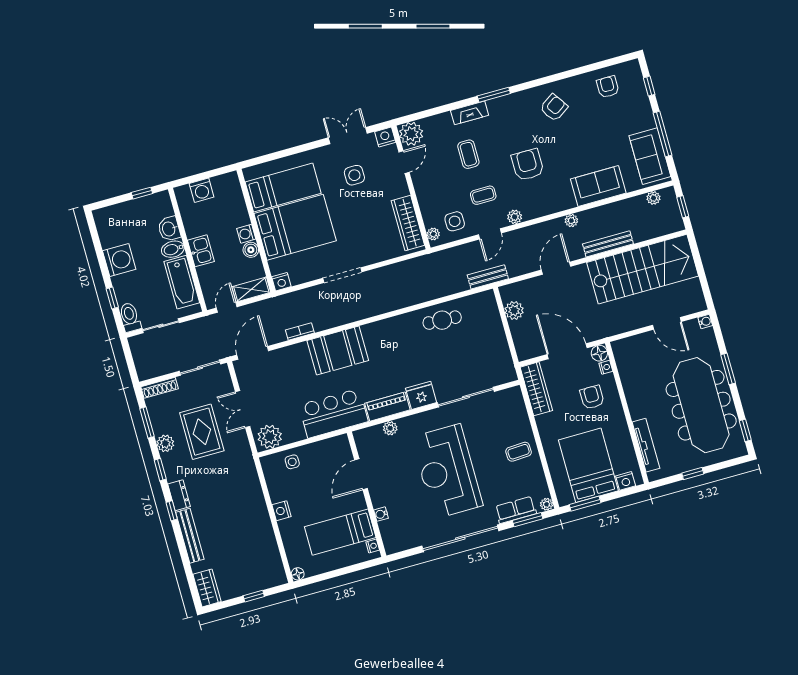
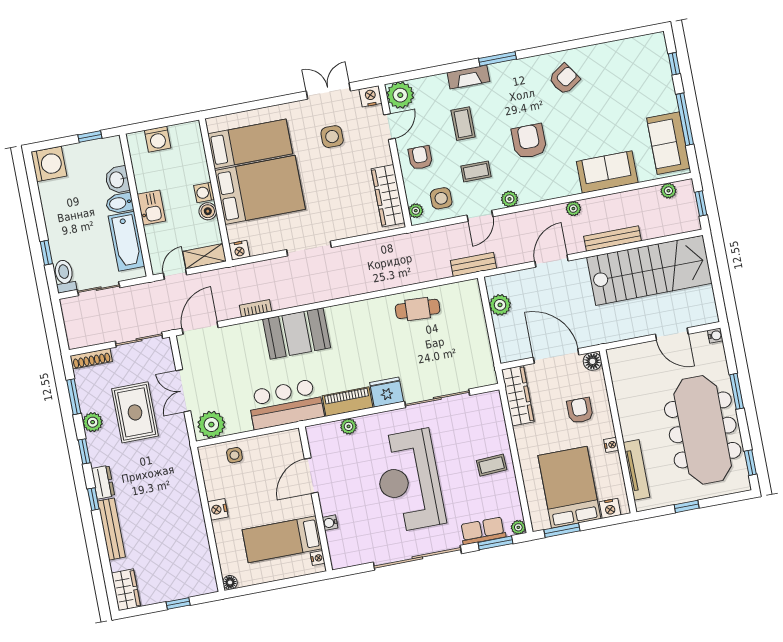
armchair: (608, 87) -> (420, 158), moved
washing machine: (119, 260) -> (49, 164), moved
nightstand: (606, 367) -> (611, 445), moved

